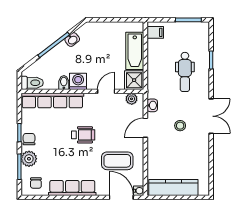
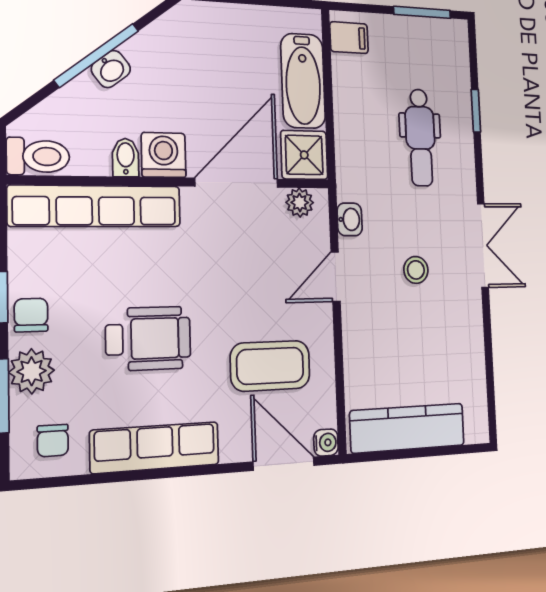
washbasin: (72, 40) -> (111, 69), moved
door: (106, 91) -> (237, 183), width x1.88
wheelchair: (83, 135) -> (148, 339), moved, width x1.36, depth x1.37

